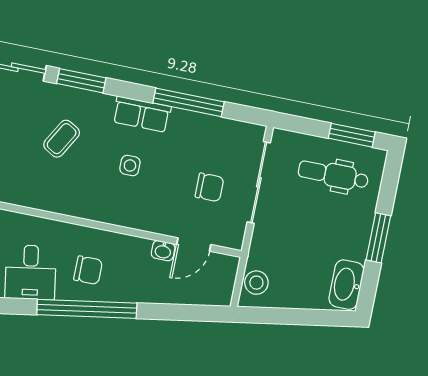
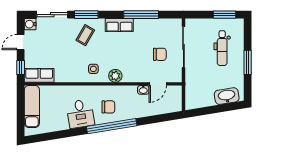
coffee table: (62, 139) -> (85, 35), moved
side table: (130, 166) -> (93, 69), moved
dental chair: (333, 175) -> (222, 48), moved, turned -90
plant: (114, 212) -> (115, 76), added
stool: (256, 283) -> (192, 96), removed
washbasin: (346, 285) -> (227, 96), moved, turned 81

